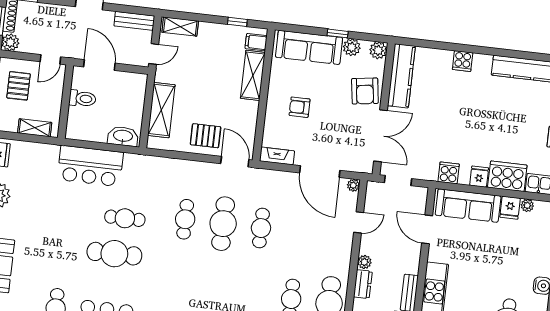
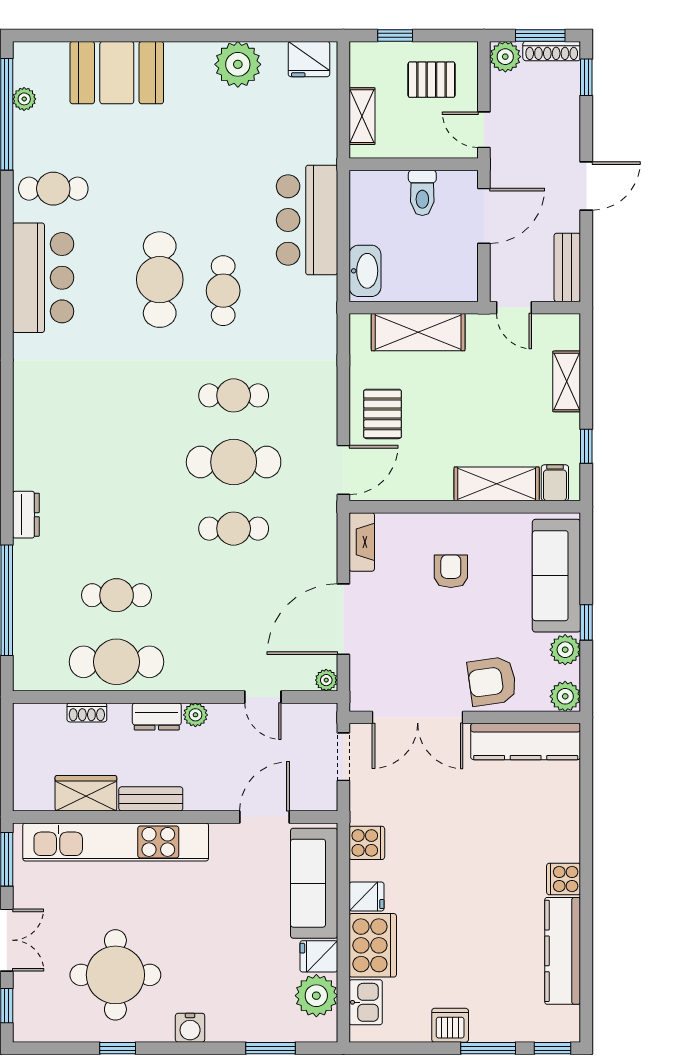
shelving: (180, 27) -> (567, 381), moved
cooker: (463, 61) -> (564, 879), moved
plant: (527, 205) -> (316, 996), width x1.88, depth x1.88

